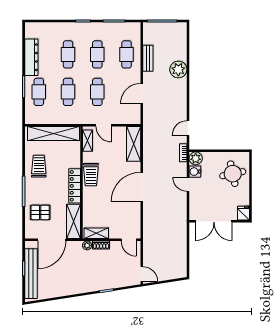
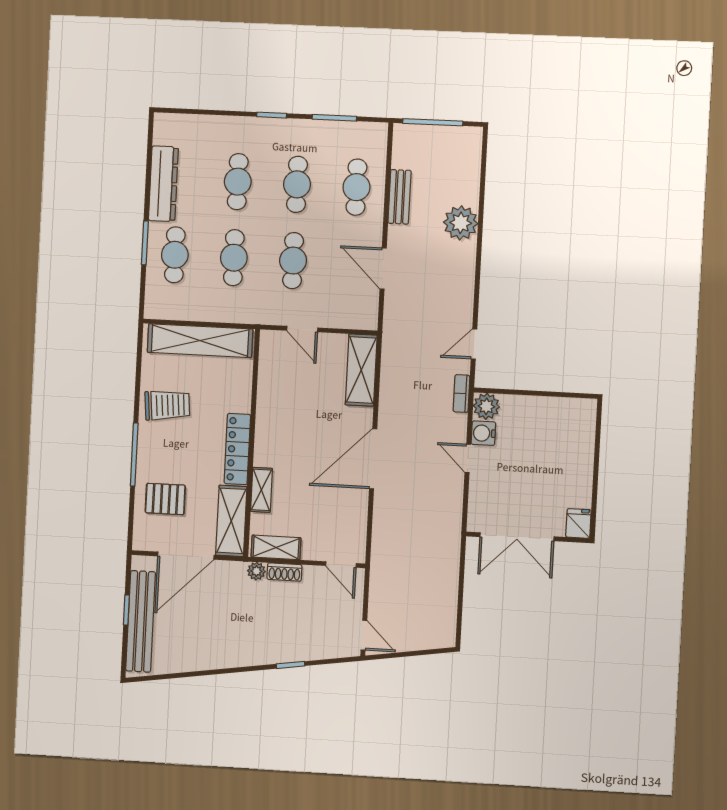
door: (142, 94) -> (383, 268), hinge flipped
shelving: (88, 141) -> (261, 490), moved
trolley: (39, 166) -> (167, 405), turned 85
round table: (233, 174) -> (561, 442), removed
trolley: (91, 175) -> (271, 428), removed

